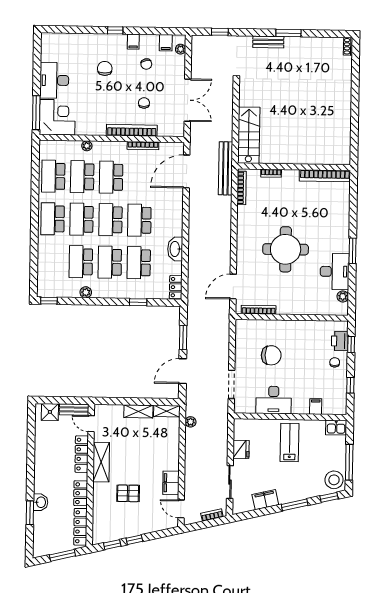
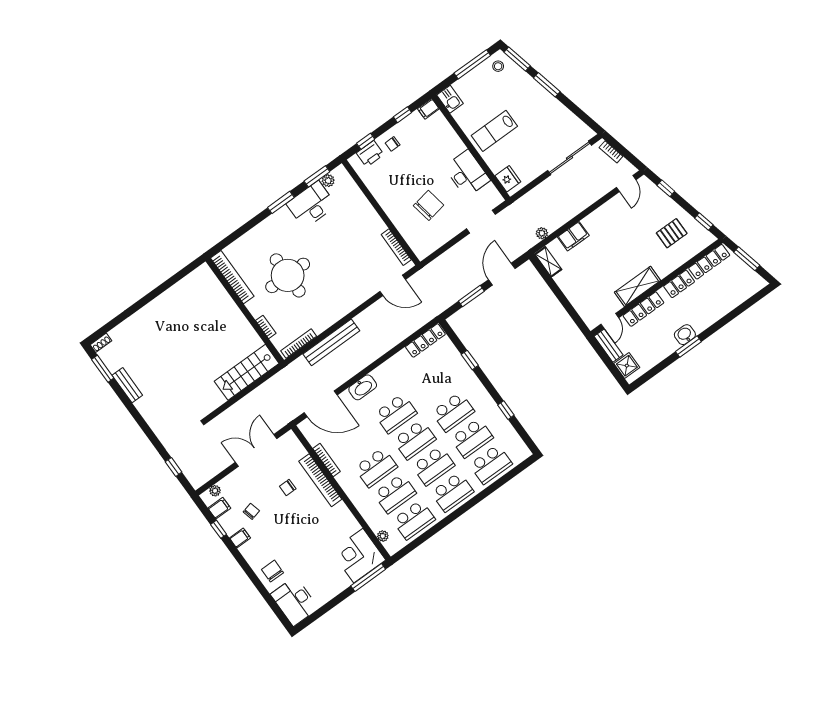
window: (115, 30) -> (219, 529), moved
window: (288, 33) -> (103, 369), moved
bench: (268, 42) -> (127, 385), moved
chair: (105, 68) -> (273, 571), moved, turned 92
desk: (54, 80) -> (295, 601), moved, turned 90
plant: (87, 146) -> (383, 536), moved
bench: (226, 168) -> (331, 342), moved
washbasin: (175, 249) -> (363, 387), moved
round table: (286, 249) -> (288, 275), moved
school desk: (139, 263) -> (491, 464), moved
locker: (176, 287) -> (425, 340), width x1.53
window: (352, 291) -> (317, 176), added
plant: (86, 292) -> (496, 413), removed
window: (49, 301) -> (506, 410), moved
chair: (271, 355) -> (429, 205), turned 80
door: (183, 371) -> (502, 274), swing flipped
filing cabinet: (316, 407) -> (428, 109), moved
shelving: (138, 411) -> (567, 287), removed
fridge: (241, 449) -> (508, 179), moved, turned 90
stool: (334, 480) -> (498, 66), width x0.53, depth x0.53
sliding door: (230, 482) -> (569, 158), width x1.37
filing cabinet: (171, 483) -> (573, 236), moved
pallet: (128, 493) -> (672, 233), moved, turned 90
window: (329, 497) -> (517, 59), width x1.50
filing cabinet: (265, 500) -> (562, 114), removed
washbasin: (41, 502) -> (685, 335), moved
window: (30, 513) -> (688, 347), moved
window: (134, 540) -> (666, 188), moved

